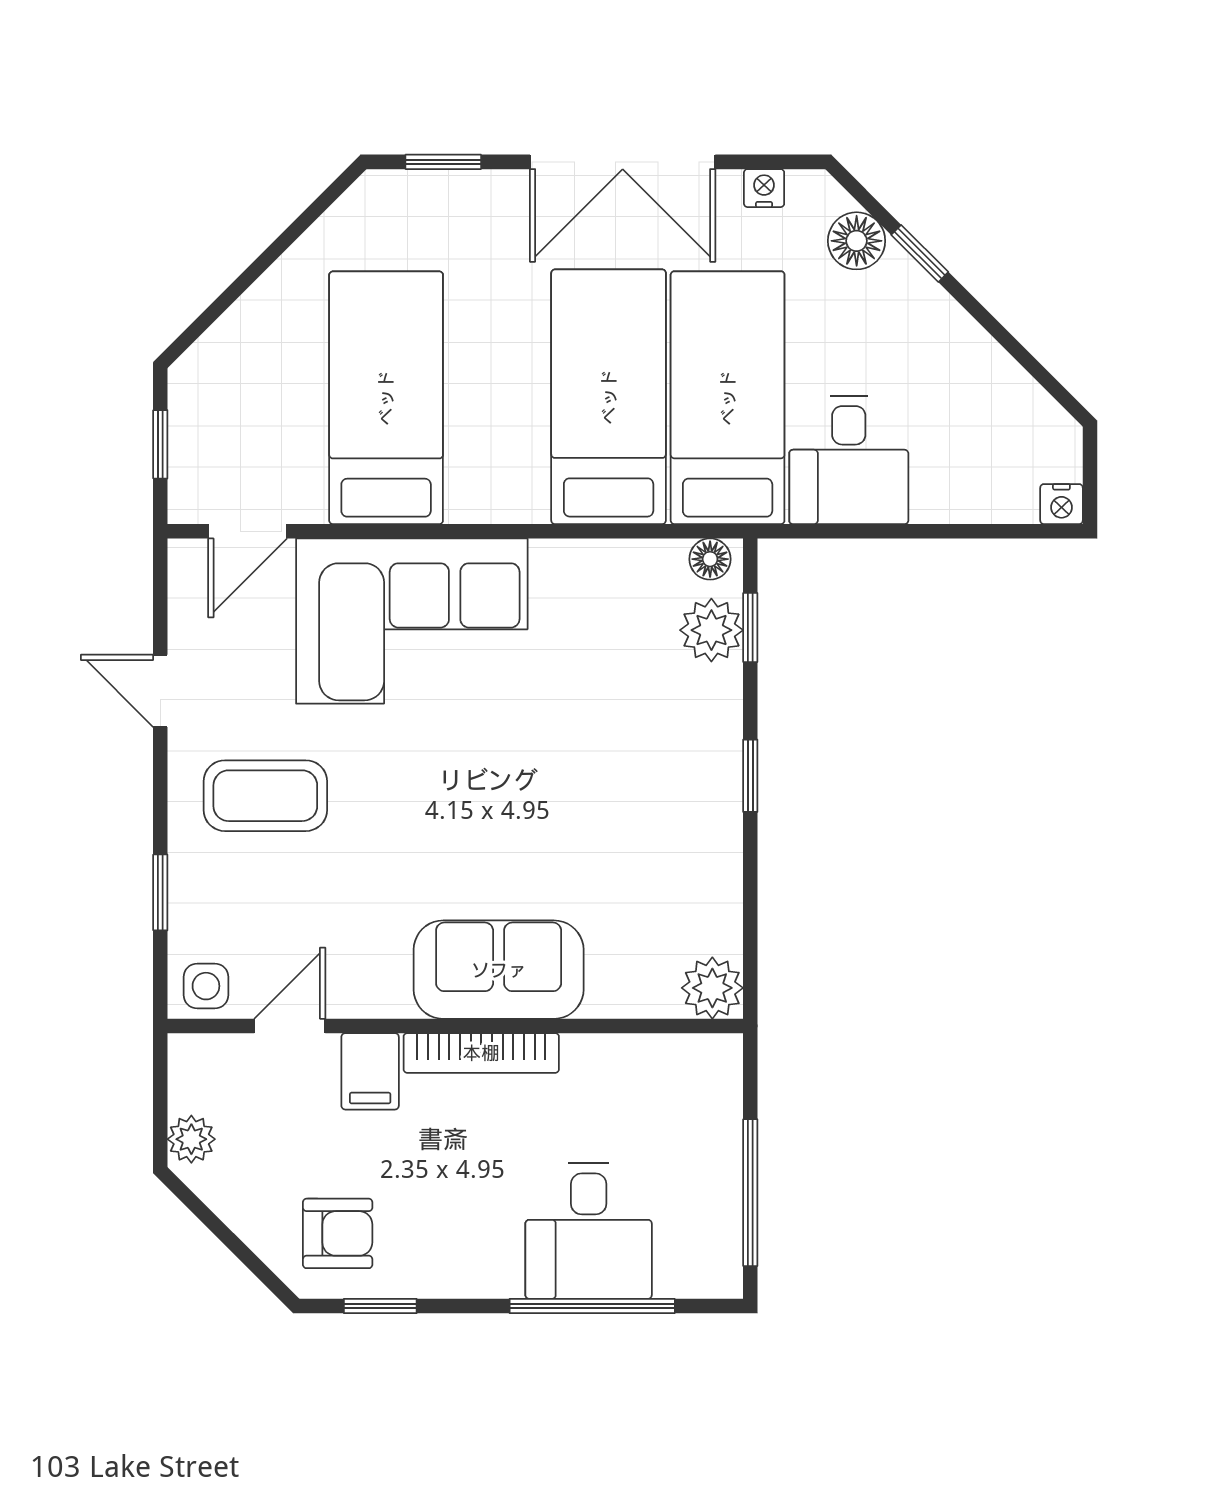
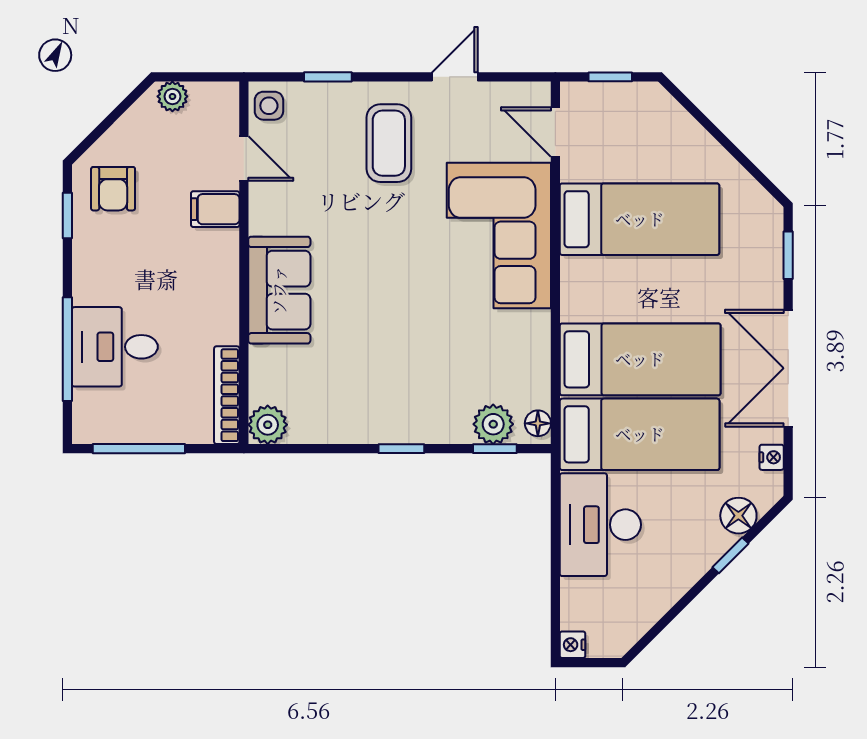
desk: (849, 460) -> (600, 525), width x1.37
bookcase: (481, 1053) -> (227, 395), moved

